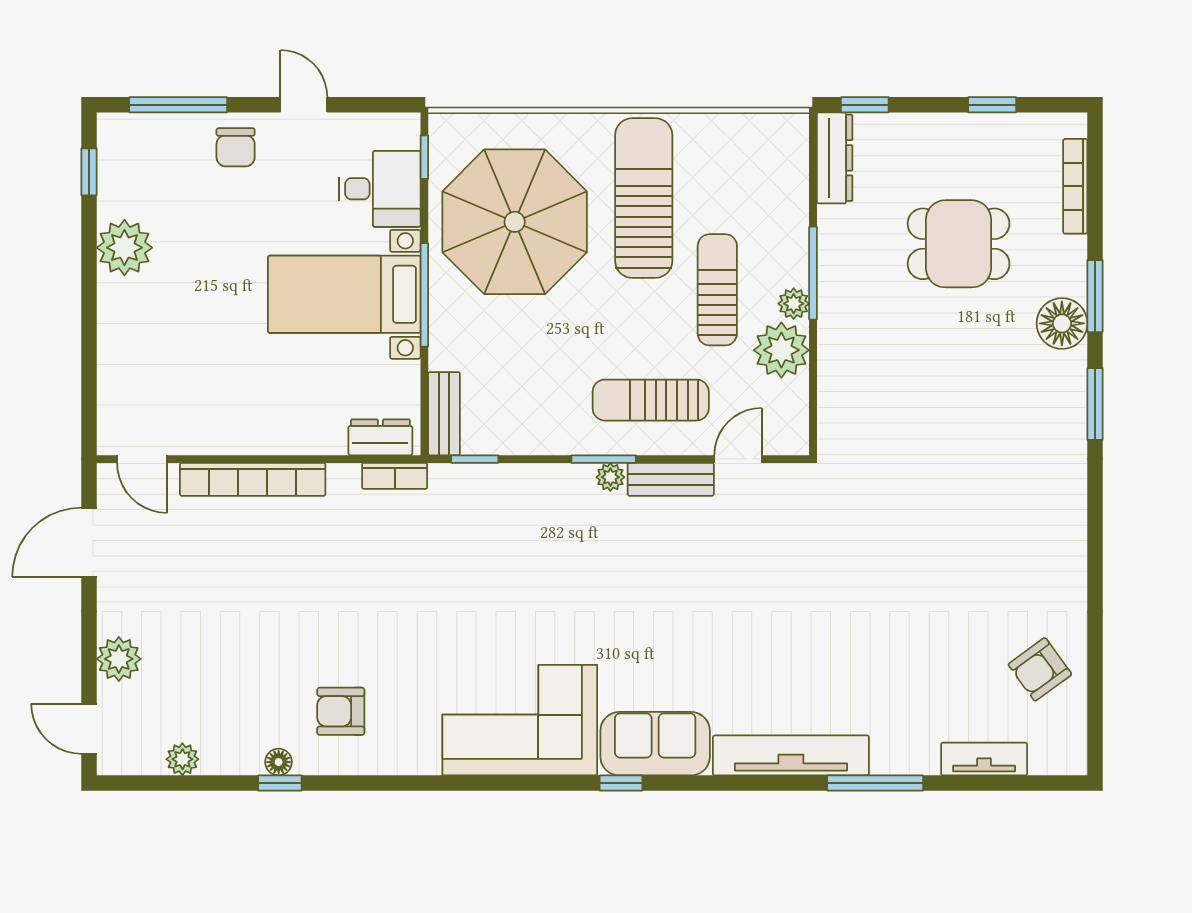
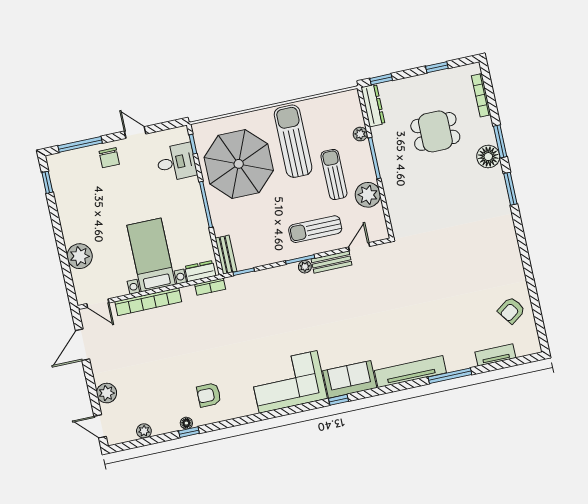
plant: (124, 248) -> (80, 256), moved
bed with nightstands: (344, 294) -> (151, 255), moved, turned 90
plant: (794, 304) -> (360, 134), moved

